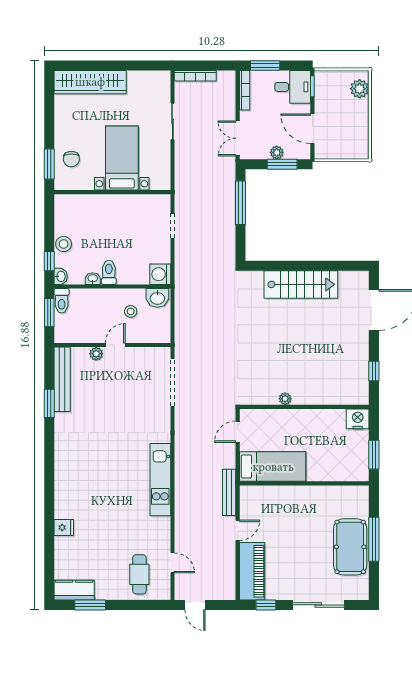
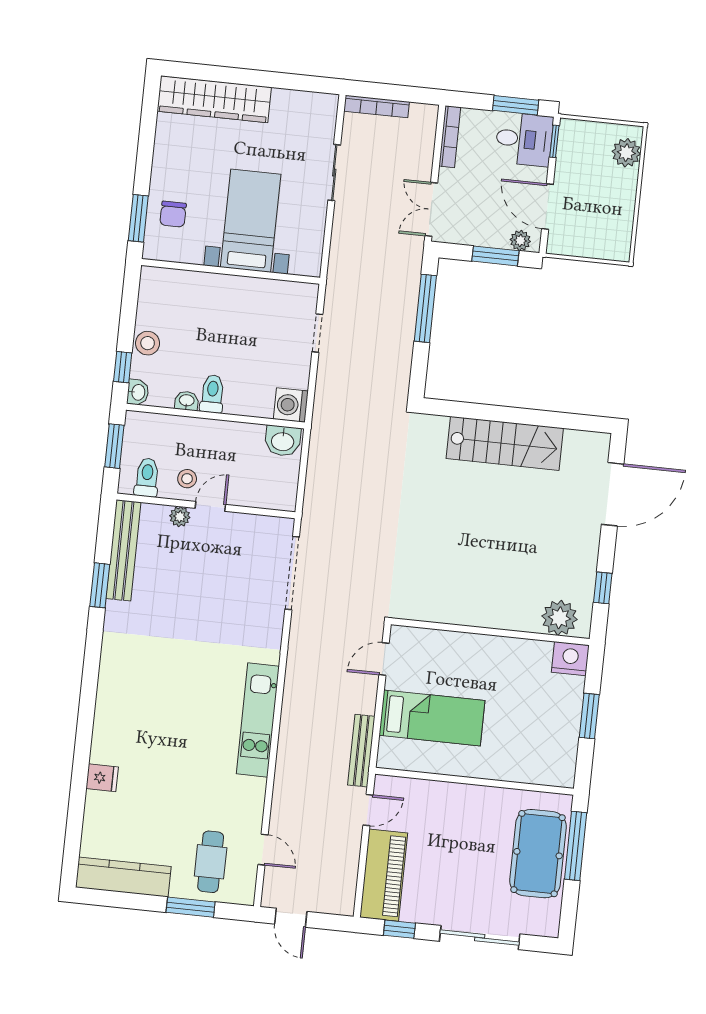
window: (265, 66) -> (516, 105), moved
plant: (277, 152) -> (520, 240), moved
toilet: (62, 301) -> (147, 477), moved, turned 180
stool: (131, 311) -> (187, 479), moved
plant: (285, 399) -> (560, 618), moved, width x1.87, depth x1.87
wall: (304, 483) -> (475, 781), moved
kitchen counter: (74, 590) -> (123, 877), width x1.50
window: (90, 605) -> (191, 907), moved

